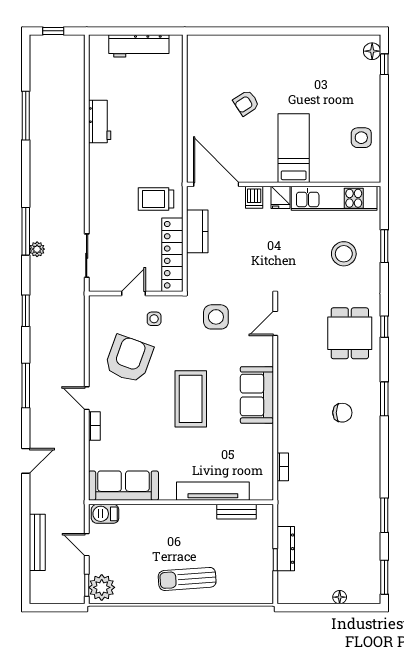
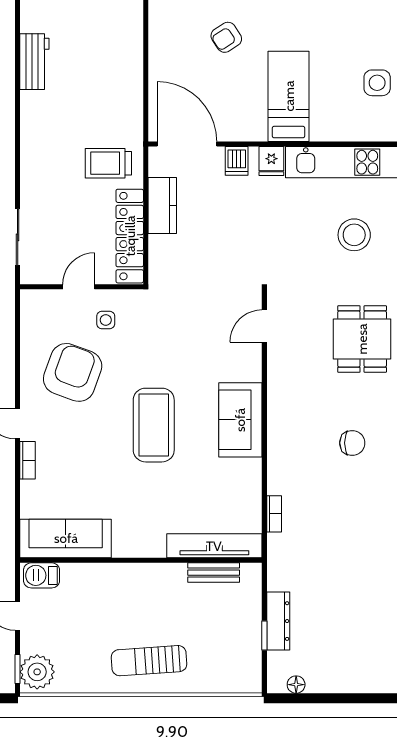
side table: (216, 317) -> (187, 318), removed
tv unit: (213, 491) -> (214, 546), moved
floor lamp: (340, 597) -> (296, 685), moved

